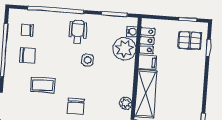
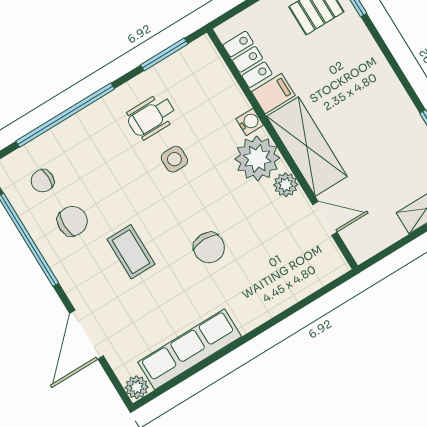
wheelchair: (78, 32) -> (151, 116), moved, turned -90
water cooler: (132, 32) -> (250, 122), moved
plant: (124, 49) -> (257, 158), moved
coffee table: (43, 85) -> (131, 252), turned 90

